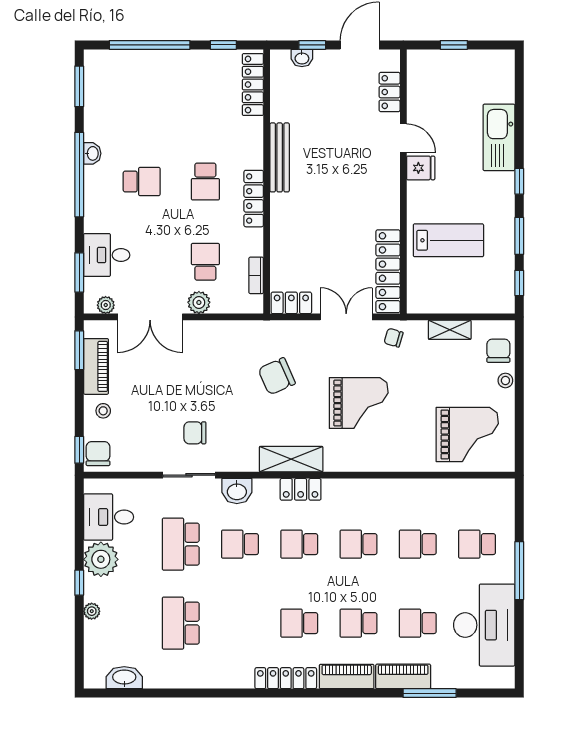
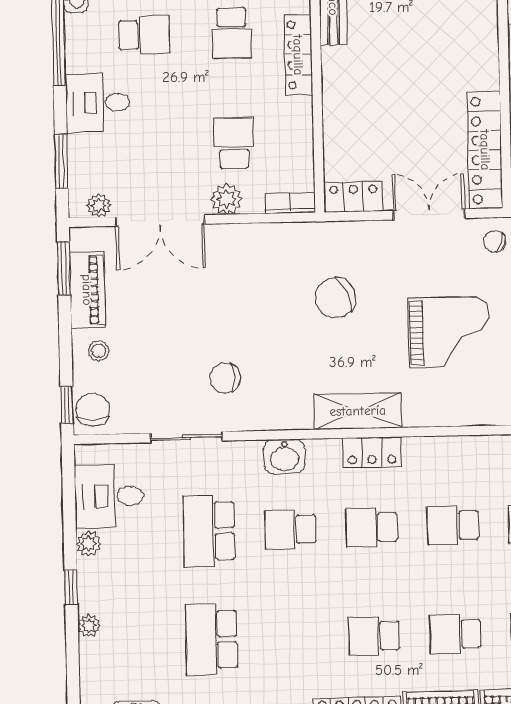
desk: (107, 255) -> (98, 103), moved
bookcase: (256, 275) -> (290, 203), moved, turned 90
sliding door: (189, 475) -> (186, 437), moved
plant: (101, 559) -> (89, 544), width x0.53, depth x0.53

